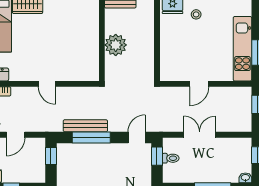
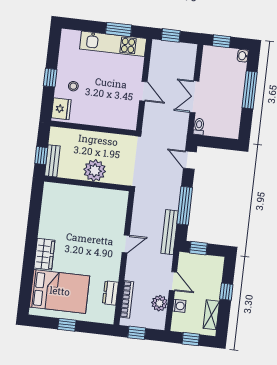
bench: (85, 126) -> (170, 232), moved
window: (157, 156) -> (211, 142), removed
toilet: (171, 158) -> (199, 127), moved

